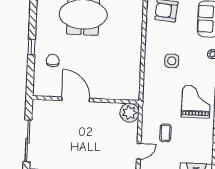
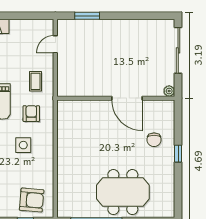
armchair: (163, 89) -> (31, 114), added
plant: (129, 113) -> (169, 91), moved, width x0.53, depth x0.53
coffee table: (165, 133) -> (35, 81), moved

